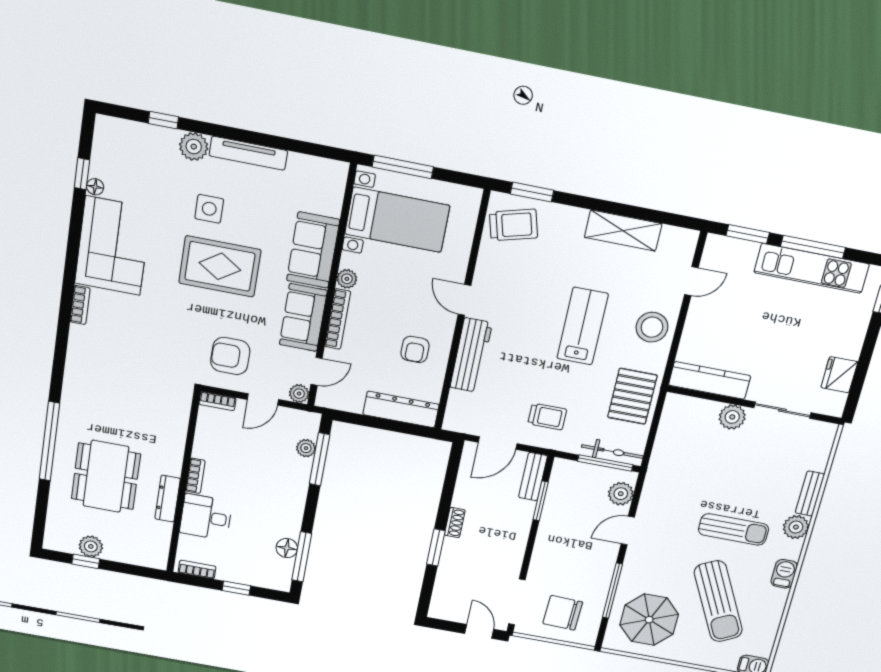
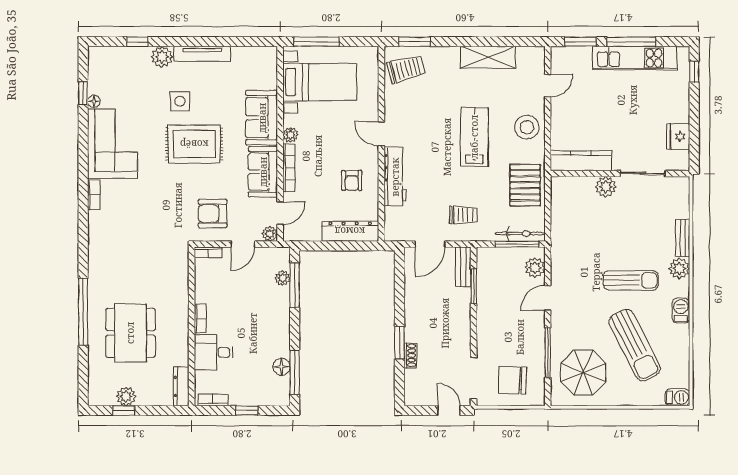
dresser: (168, 499) -> (181, 386), moved
shoe rack: (455, 523) -> (410, 355), moved

